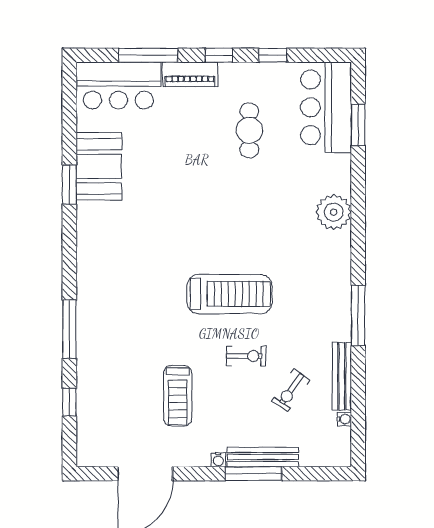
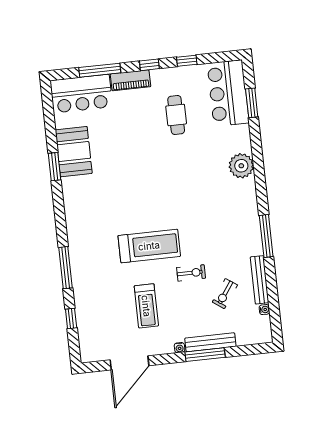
treadmill: (229, 294) -> (149, 246), moved

